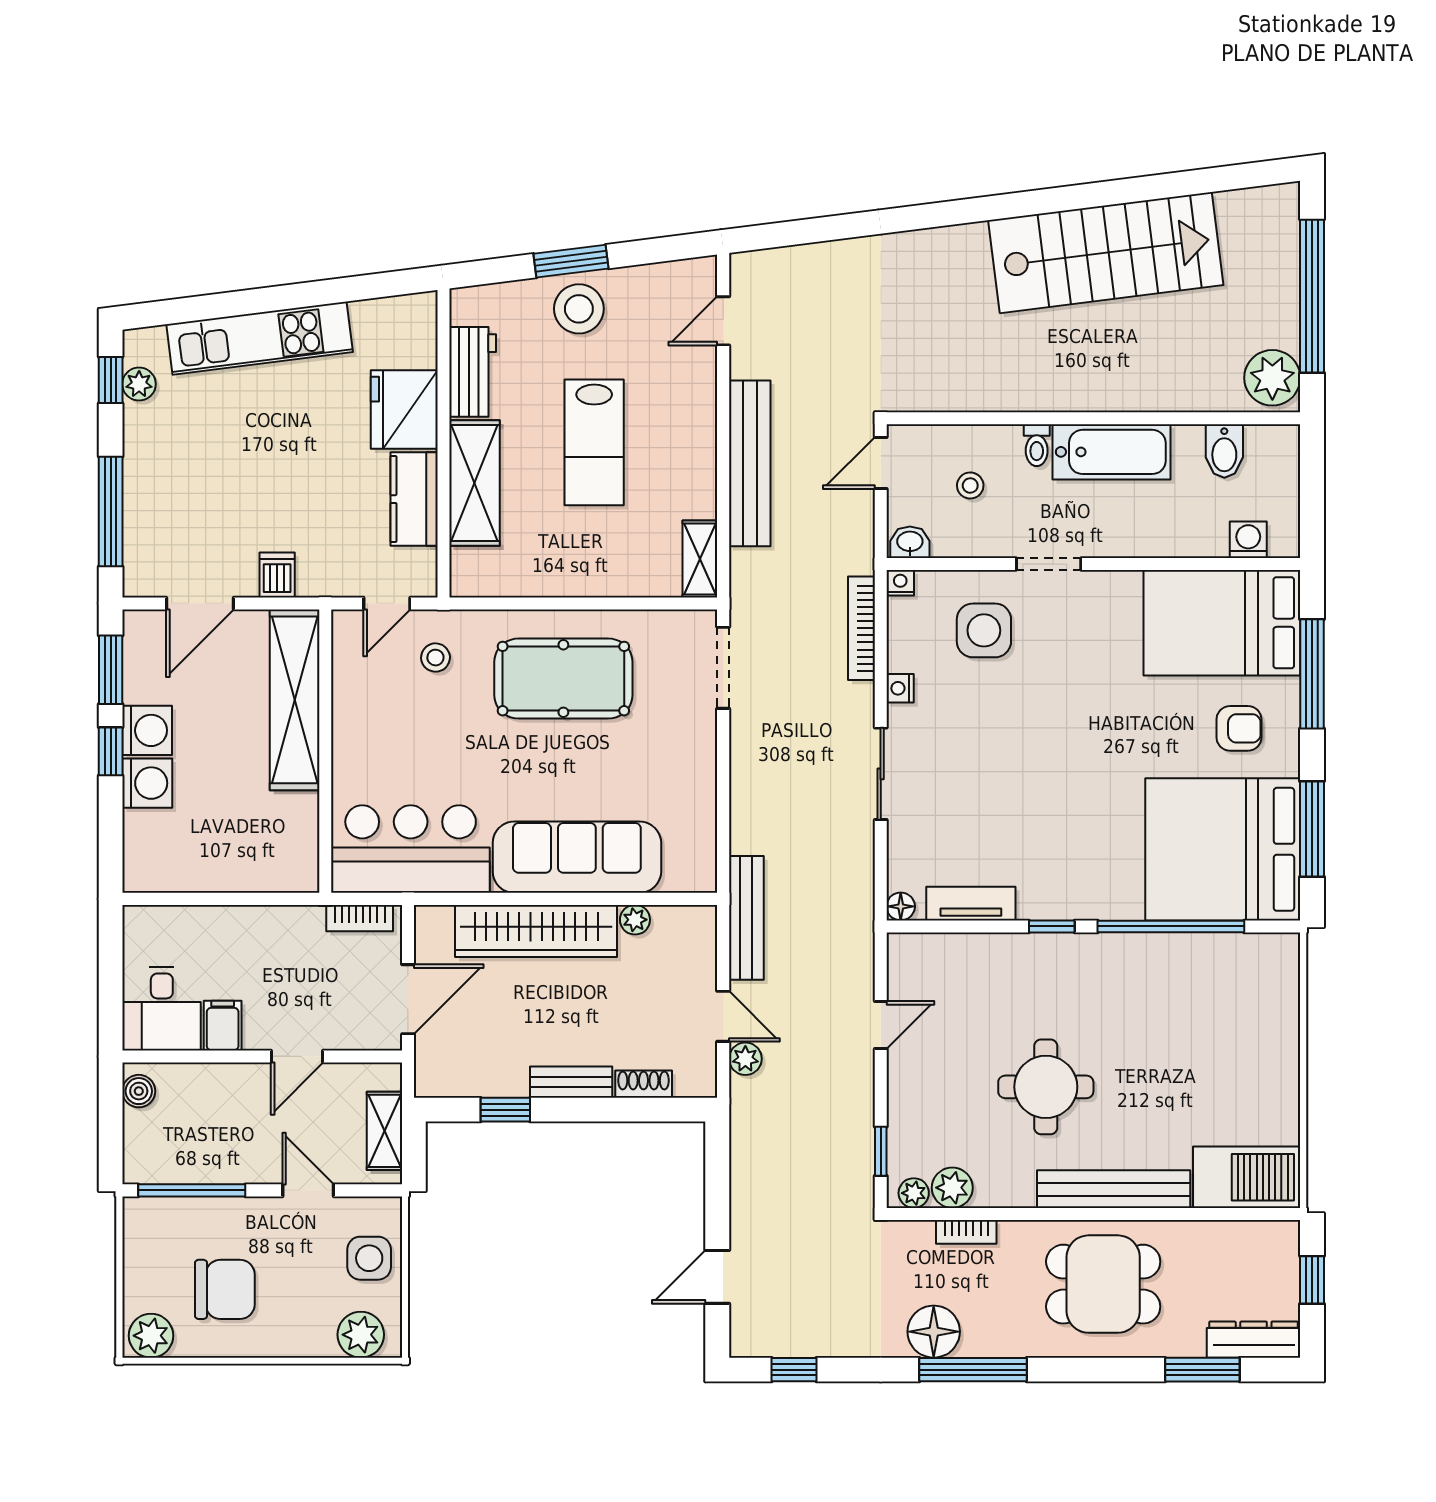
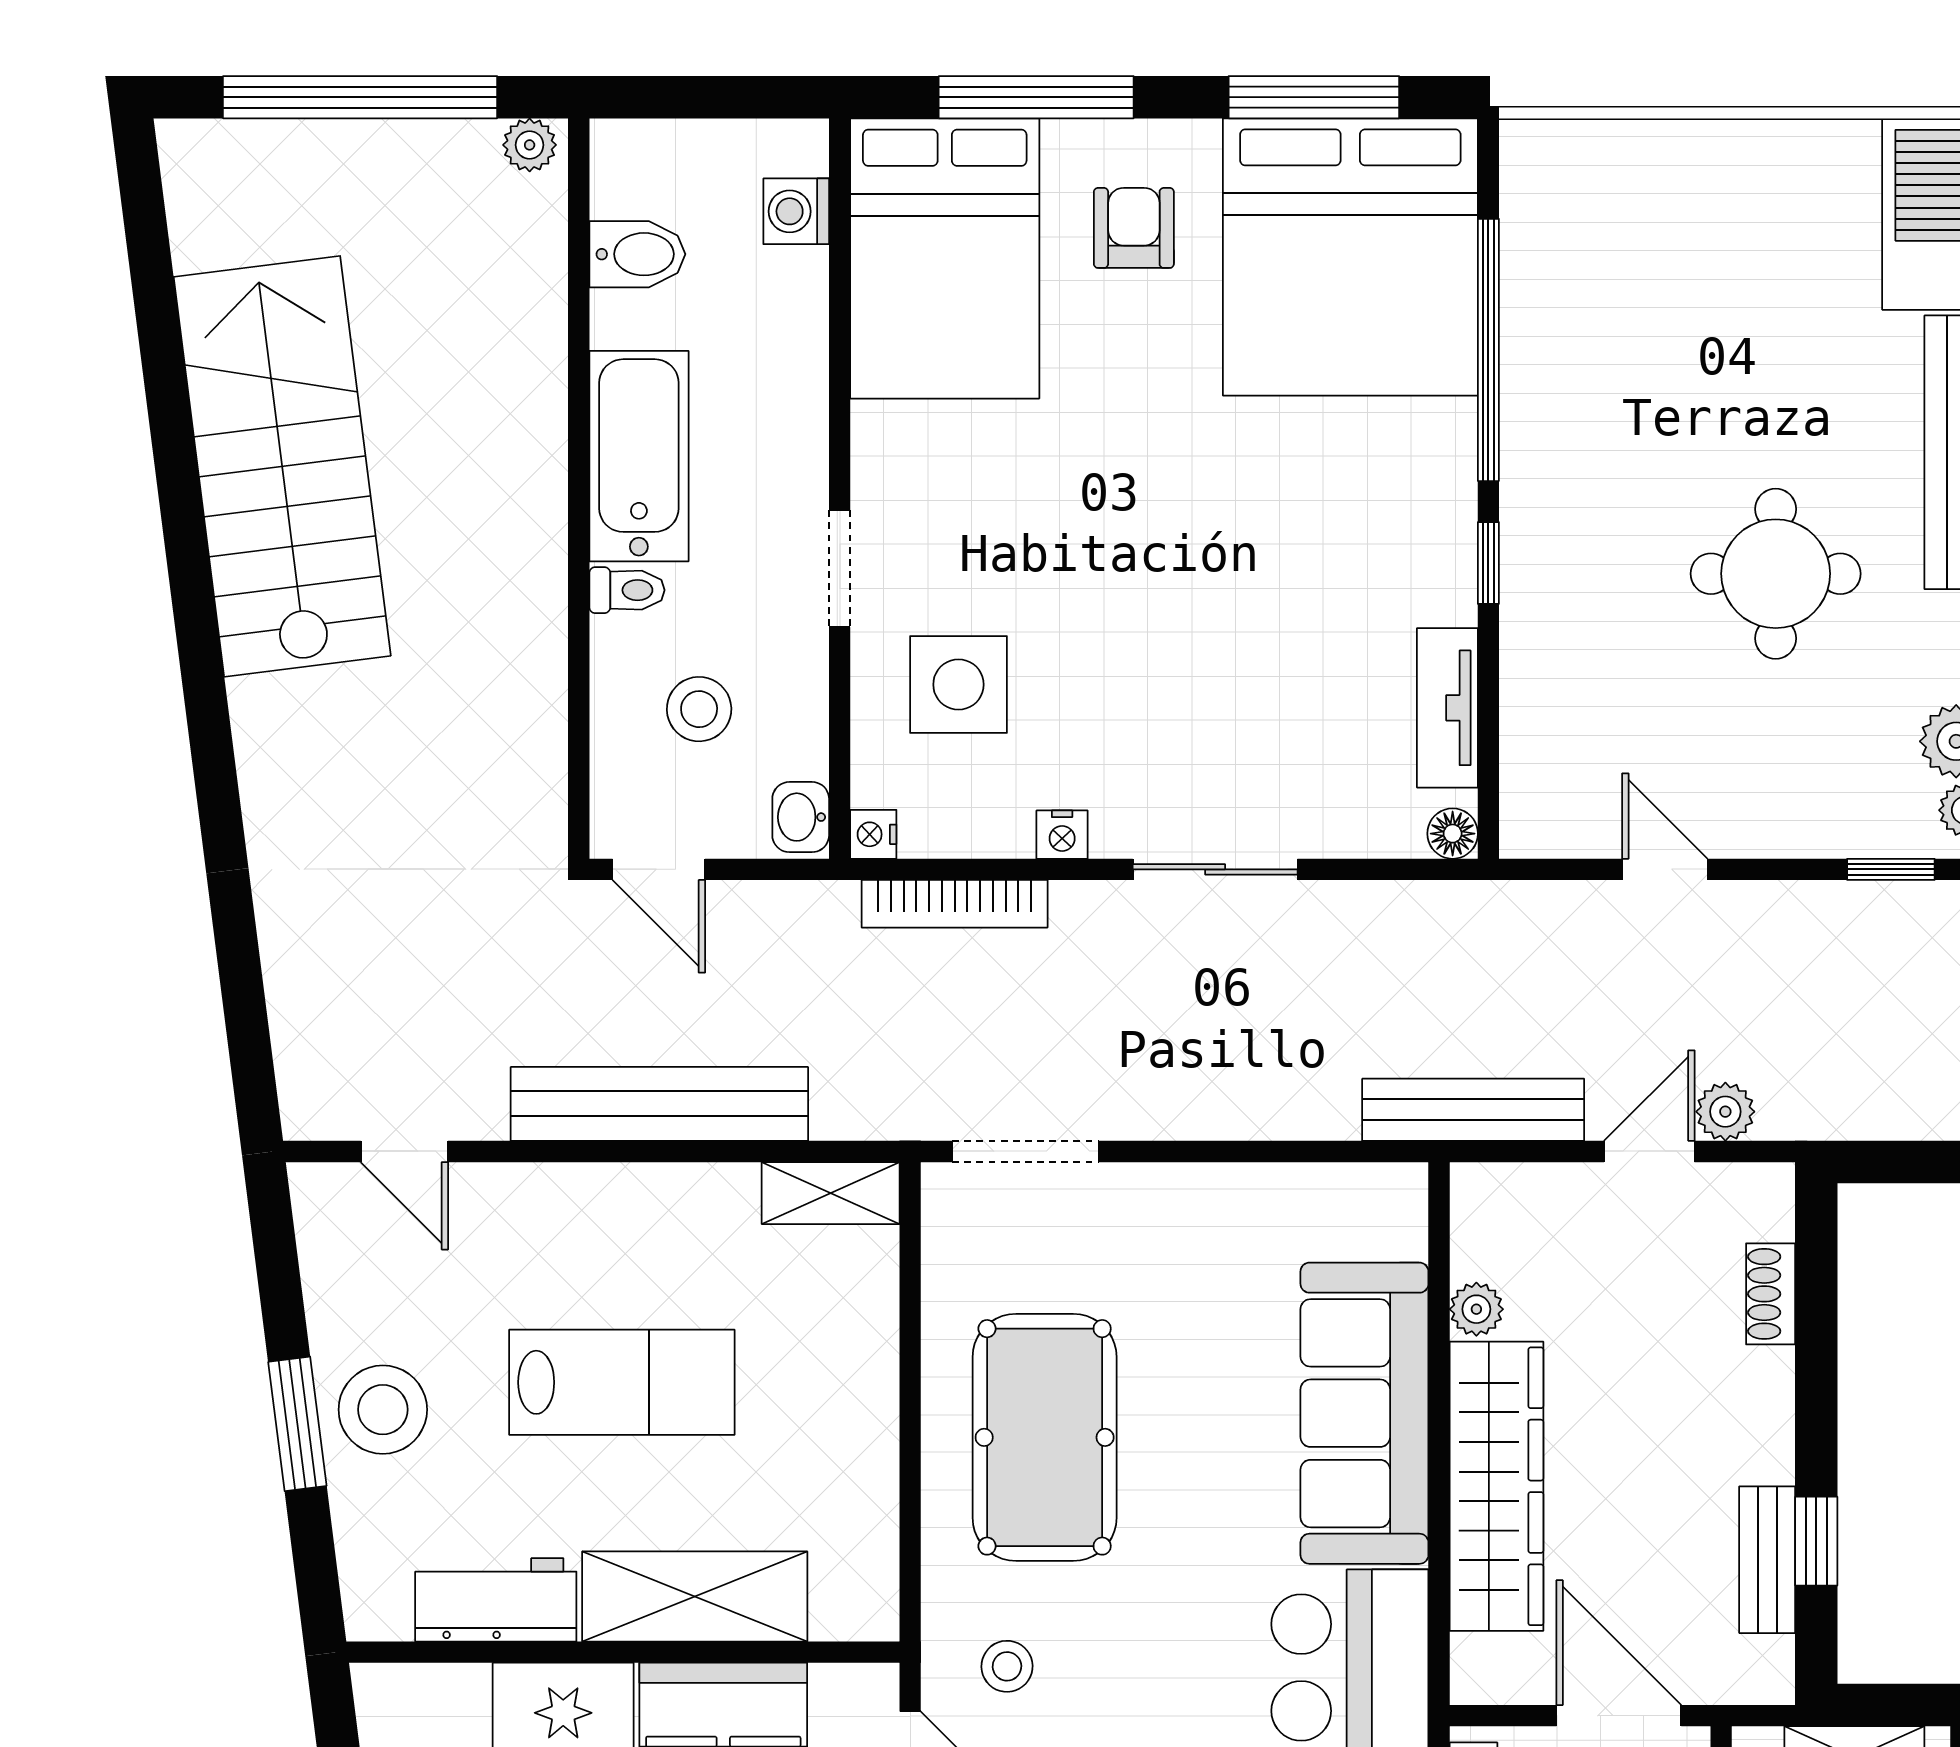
plant: (1272, 378) -> (530, 145), width x0.53, depth x0.53
stool: (970, 486) -> (699, 709), width x1.37, depth x1.37
bench: (571, 1082) -> (1767, 1560), moved

